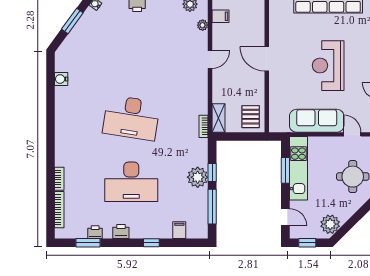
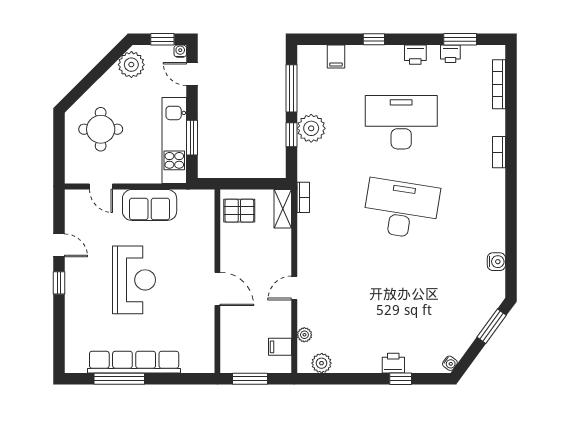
window: (72, 21) -> (492, 326), moved
pallet: (251, 117) -> (239, 211), turned 90
sofa: (317, 121) -> (150, 205), width x0.73
bookcase: (59, 179) -> (499, 152), moved
water cooler: (294, 234) -> (180, 51), added

